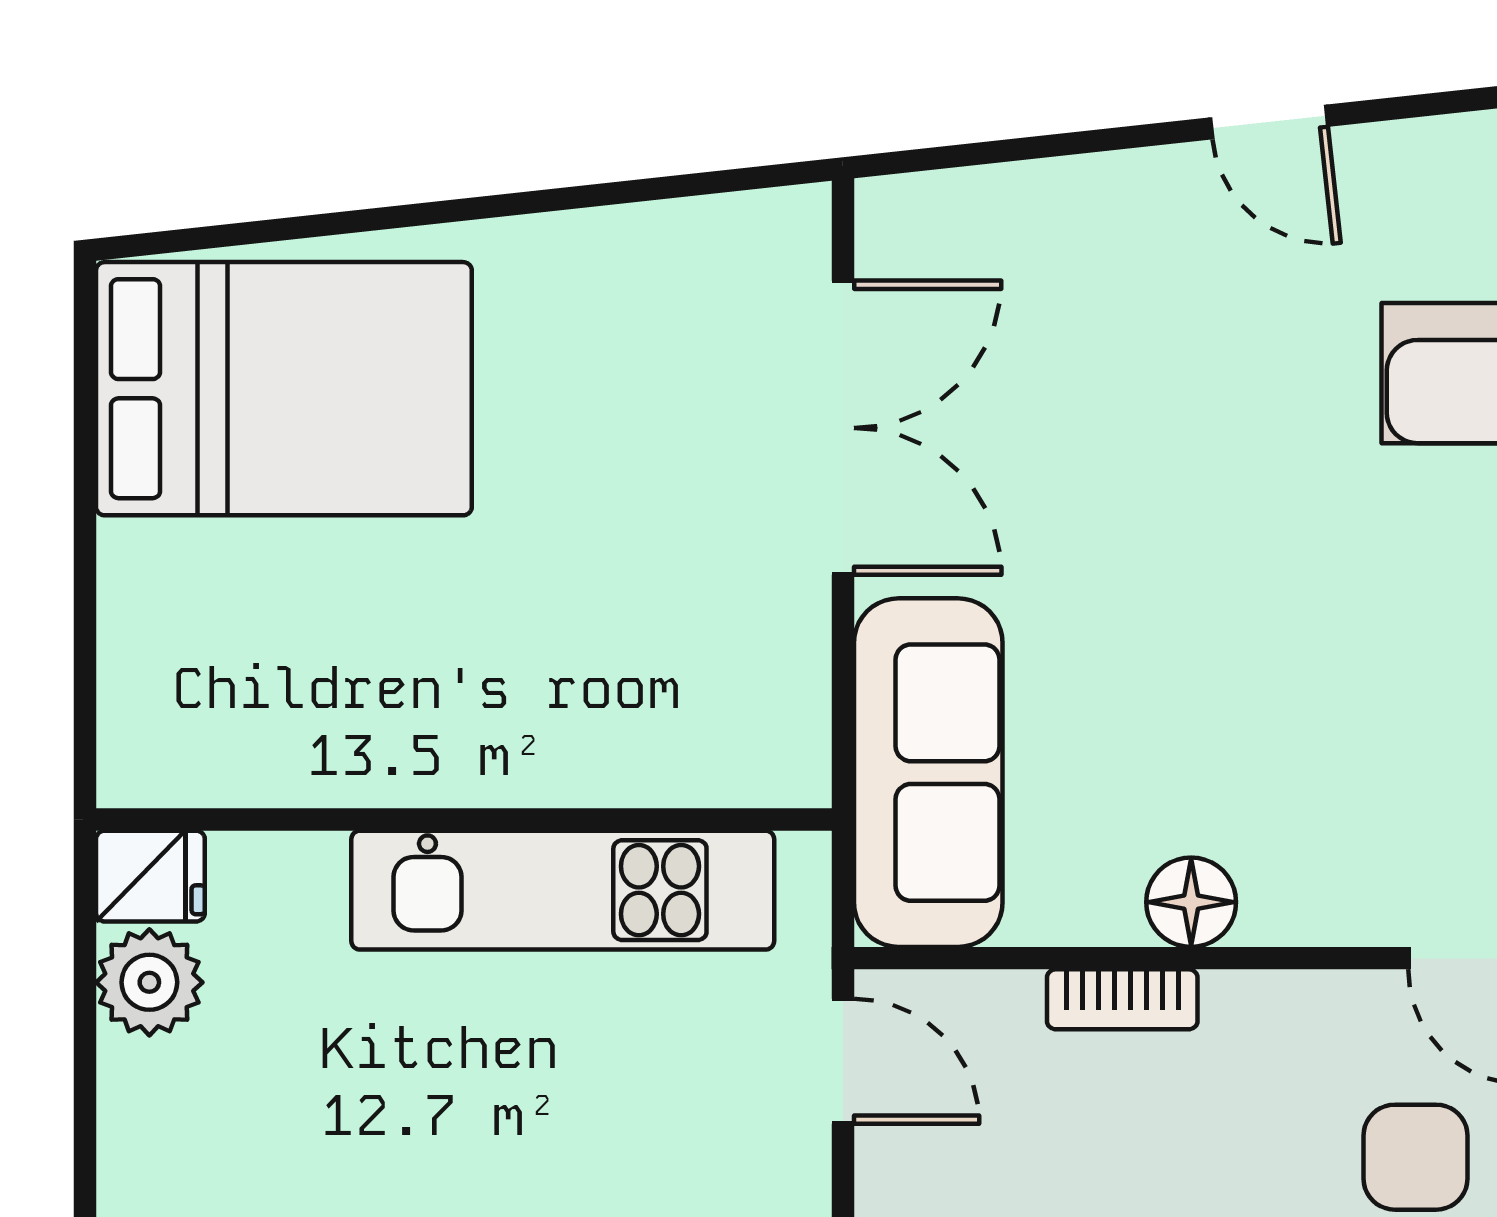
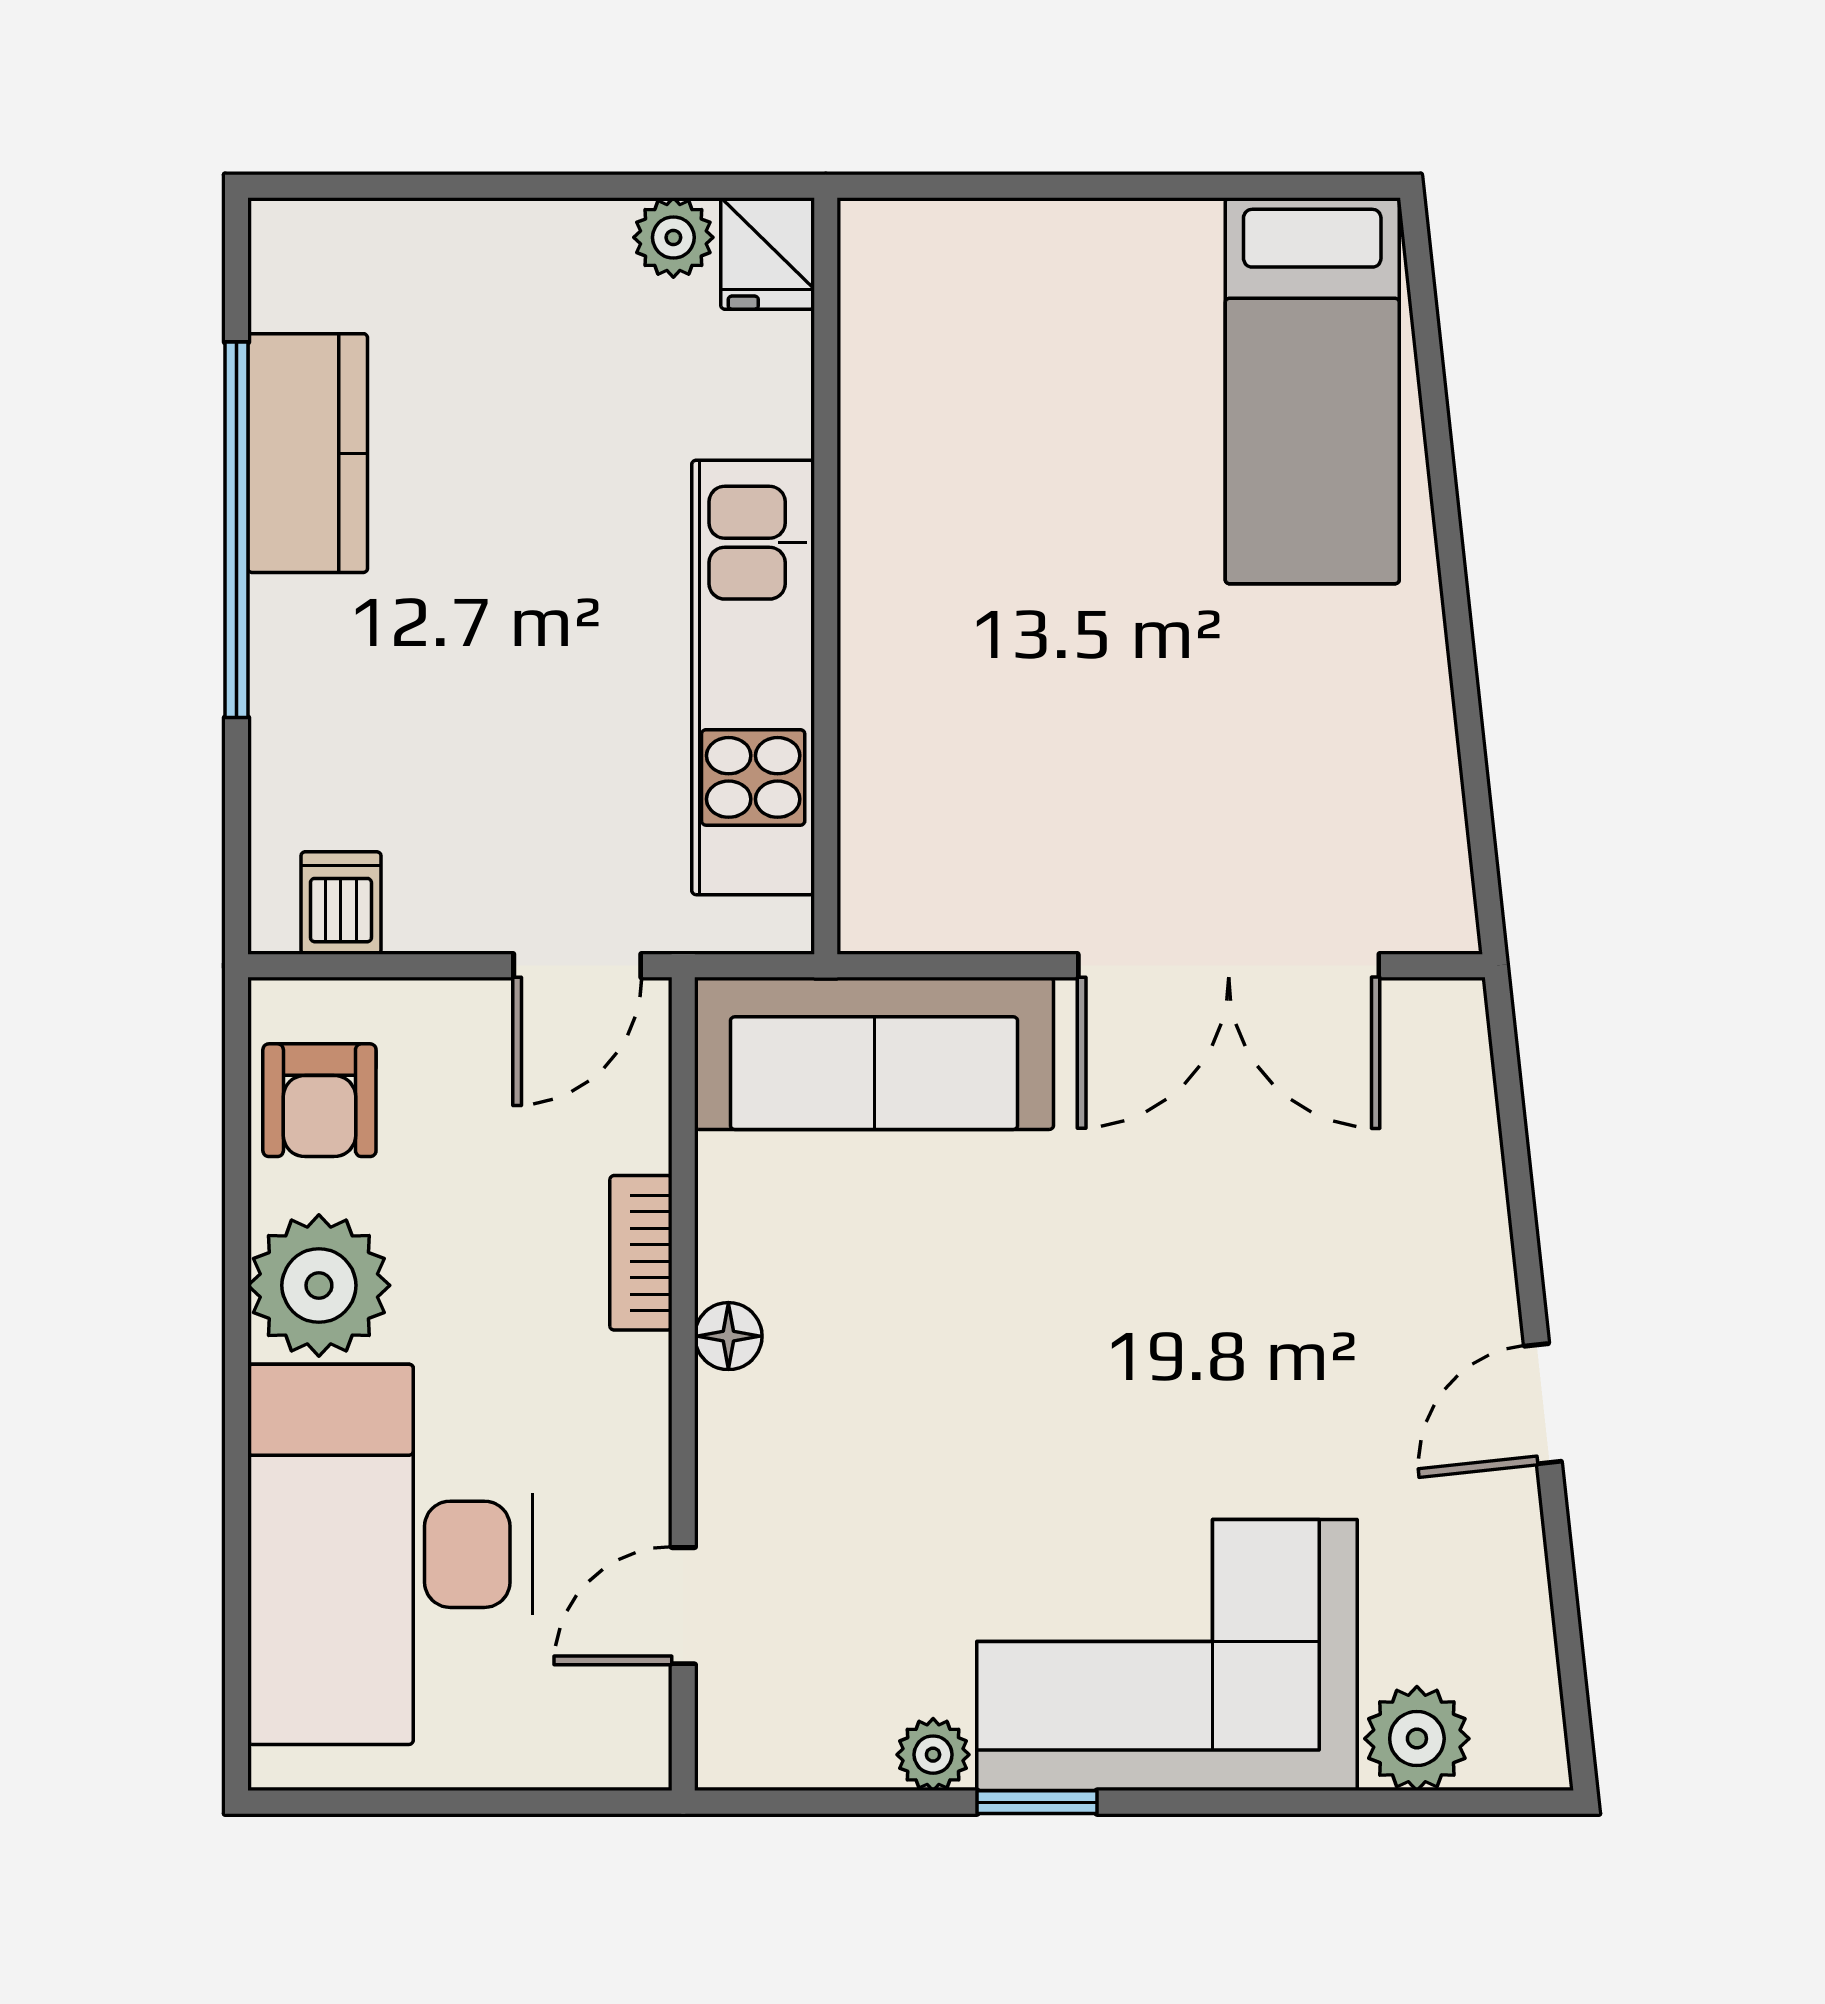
bed: (284, 389) -> (1312, 391), width x0.67
floor lamp: (1191, 902) -> (728, 1336), width x0.73, depth x0.73
plant: (149, 982) -> (673, 237), width x0.73, depth x0.73

